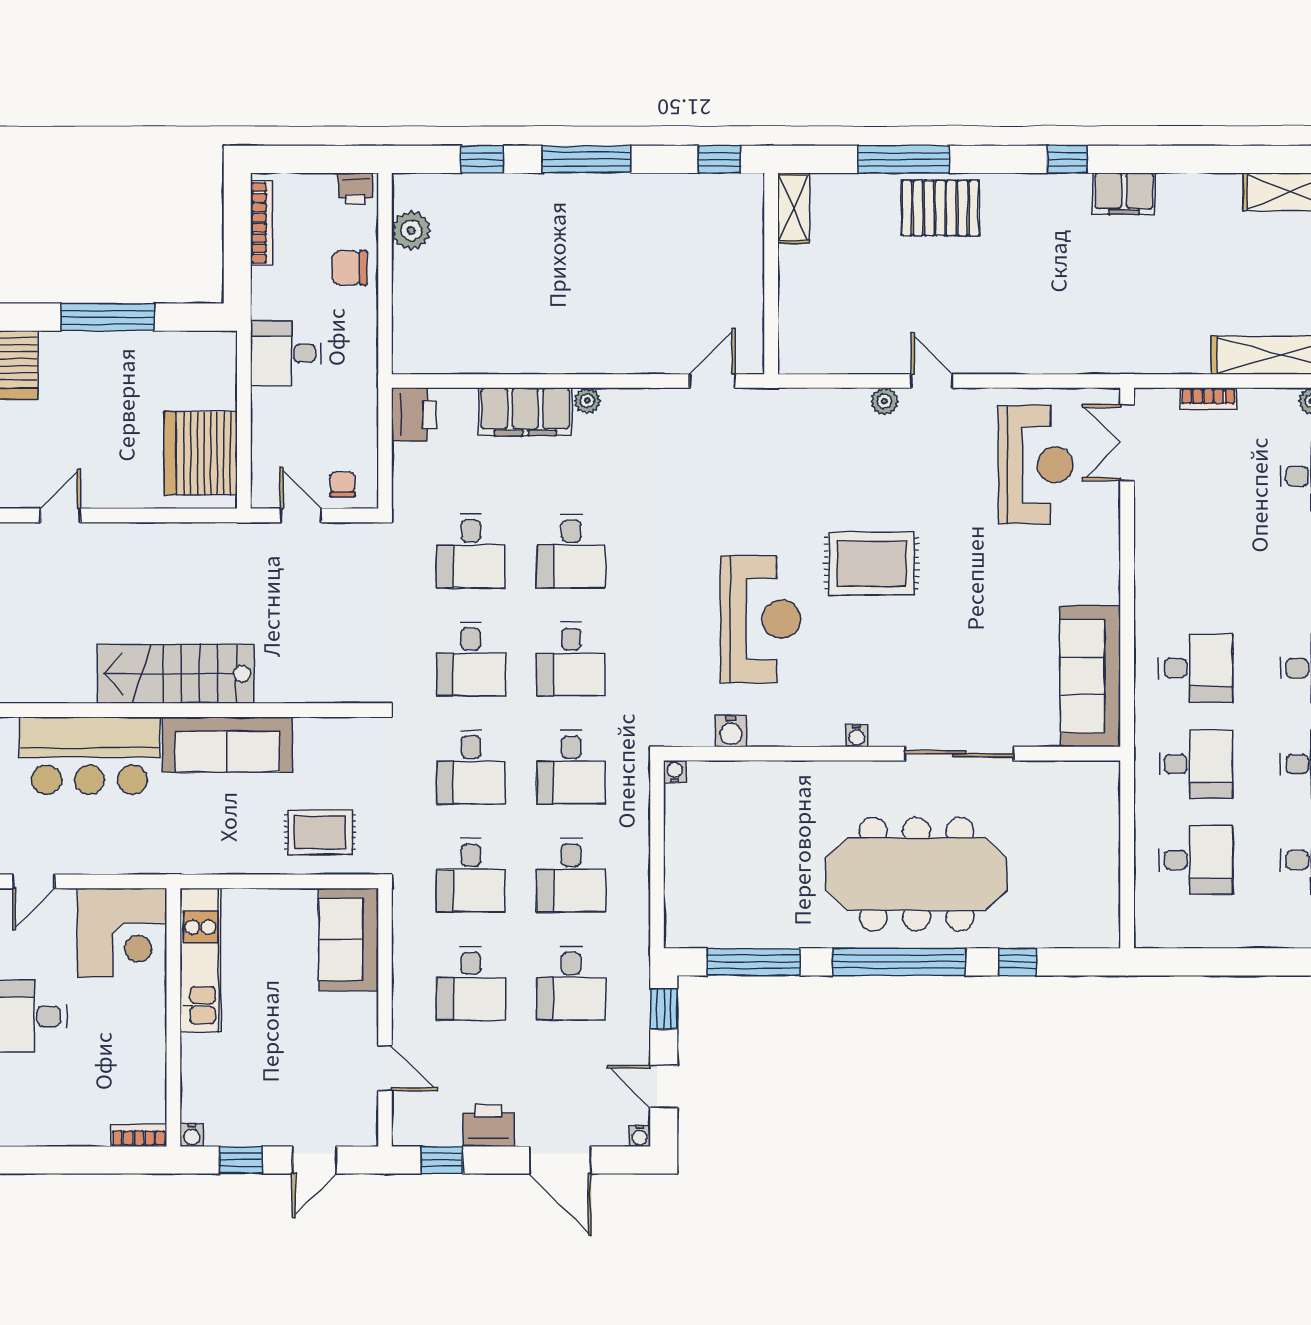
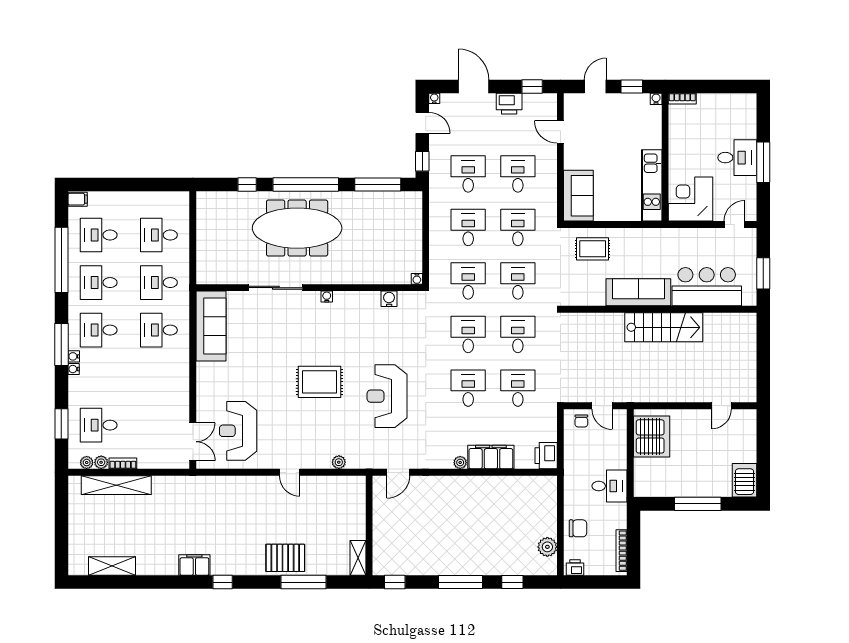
bookcase: (1208, 399) -> (123, 463), moved
plant: (884, 401) -> (339, 462), moved
reception desk: (761, 619) -> (387, 396), moved

